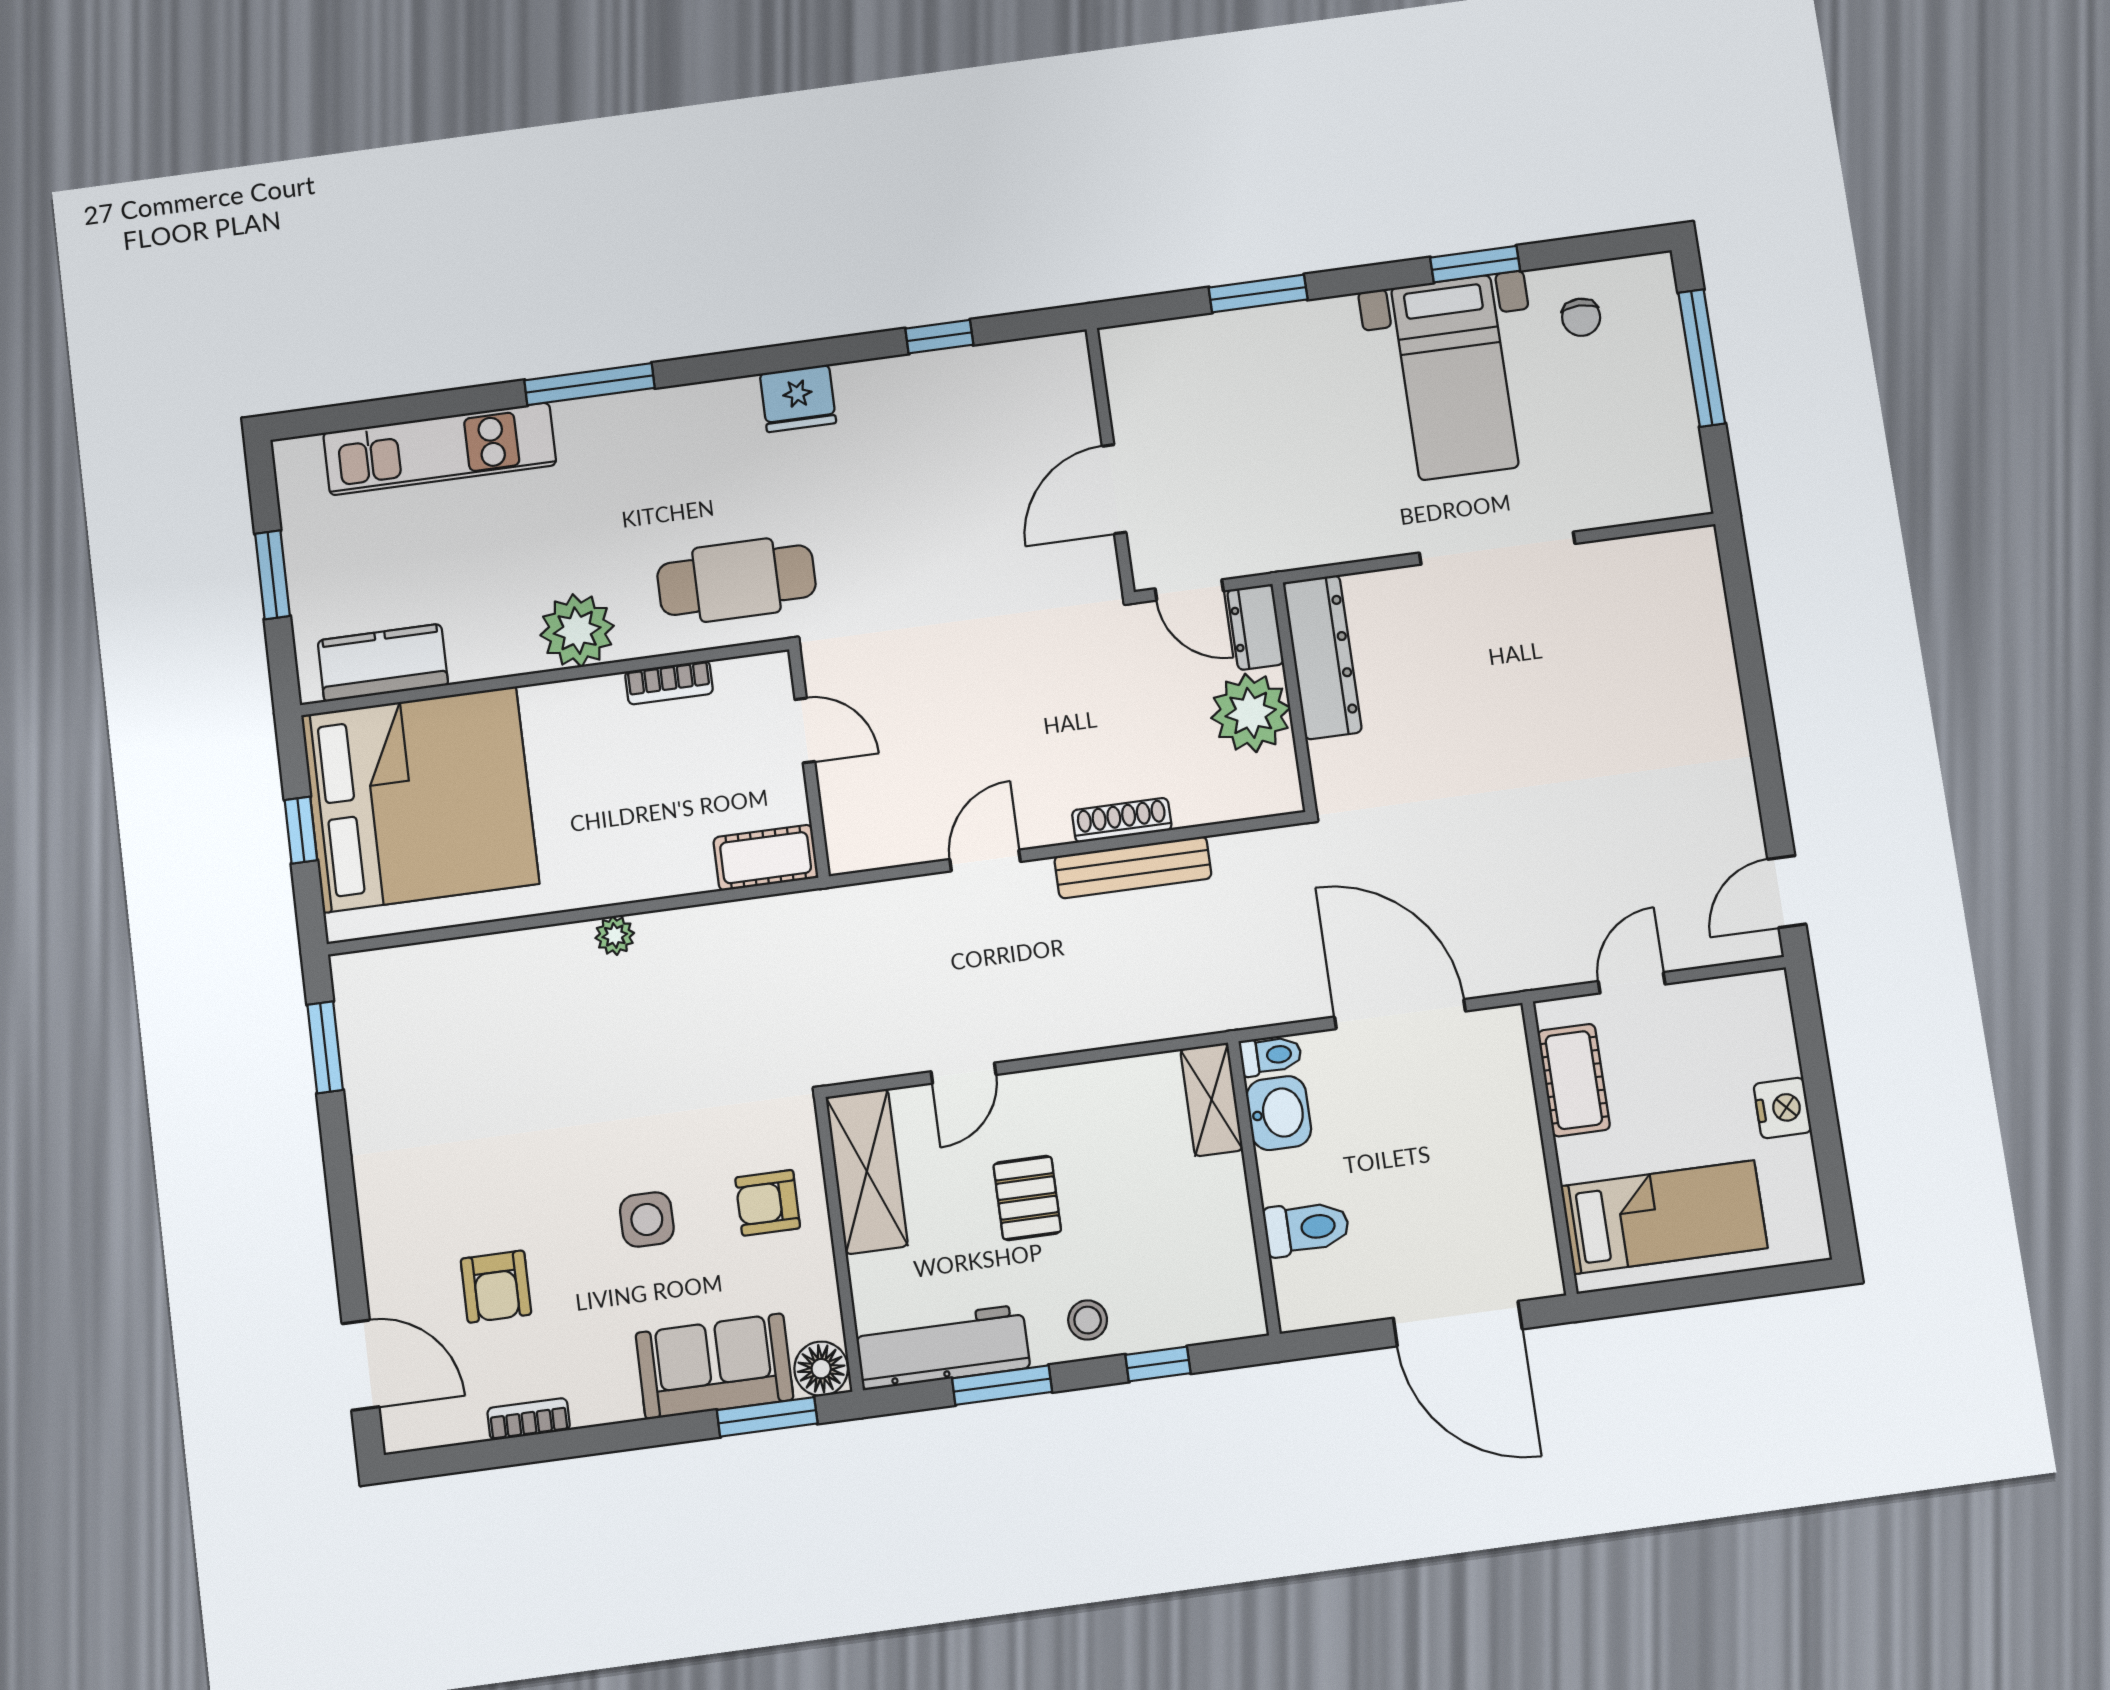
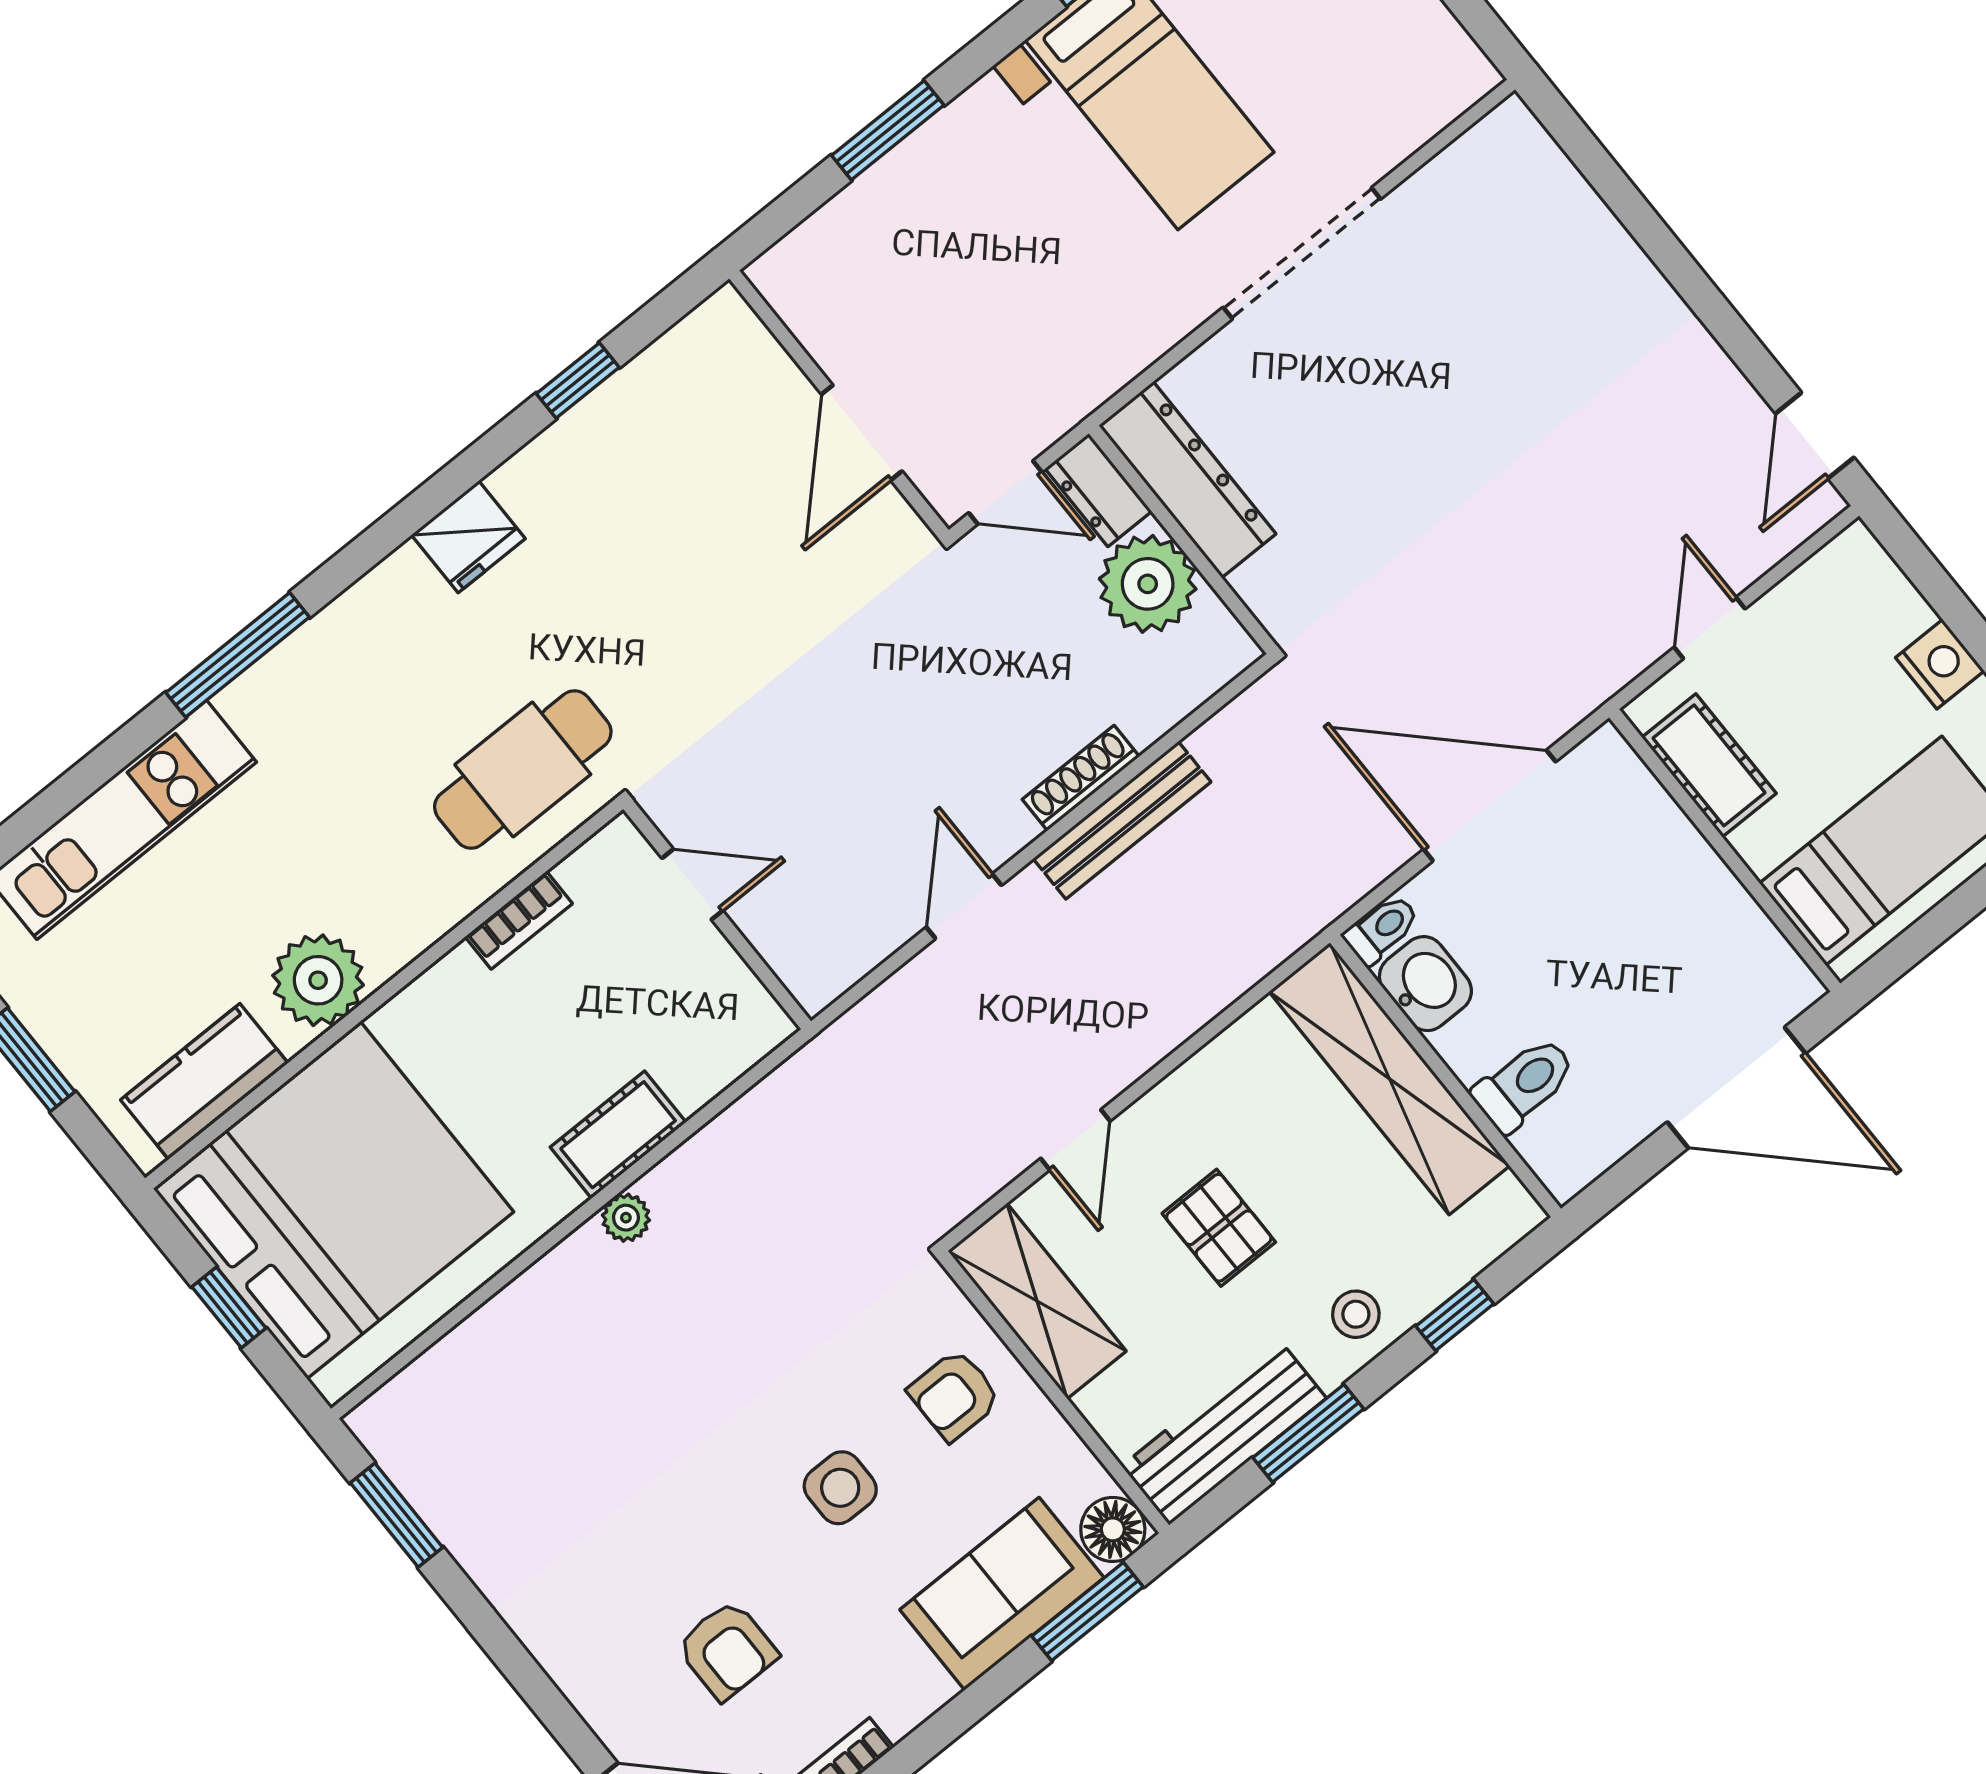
plant: (577, 630) -> (318, 980), moved
cot: (766, 858) -> (618, 1135), moved
shelving: (1212, 1100) -> (1389, 1079), width x2.20, depth x1.33

